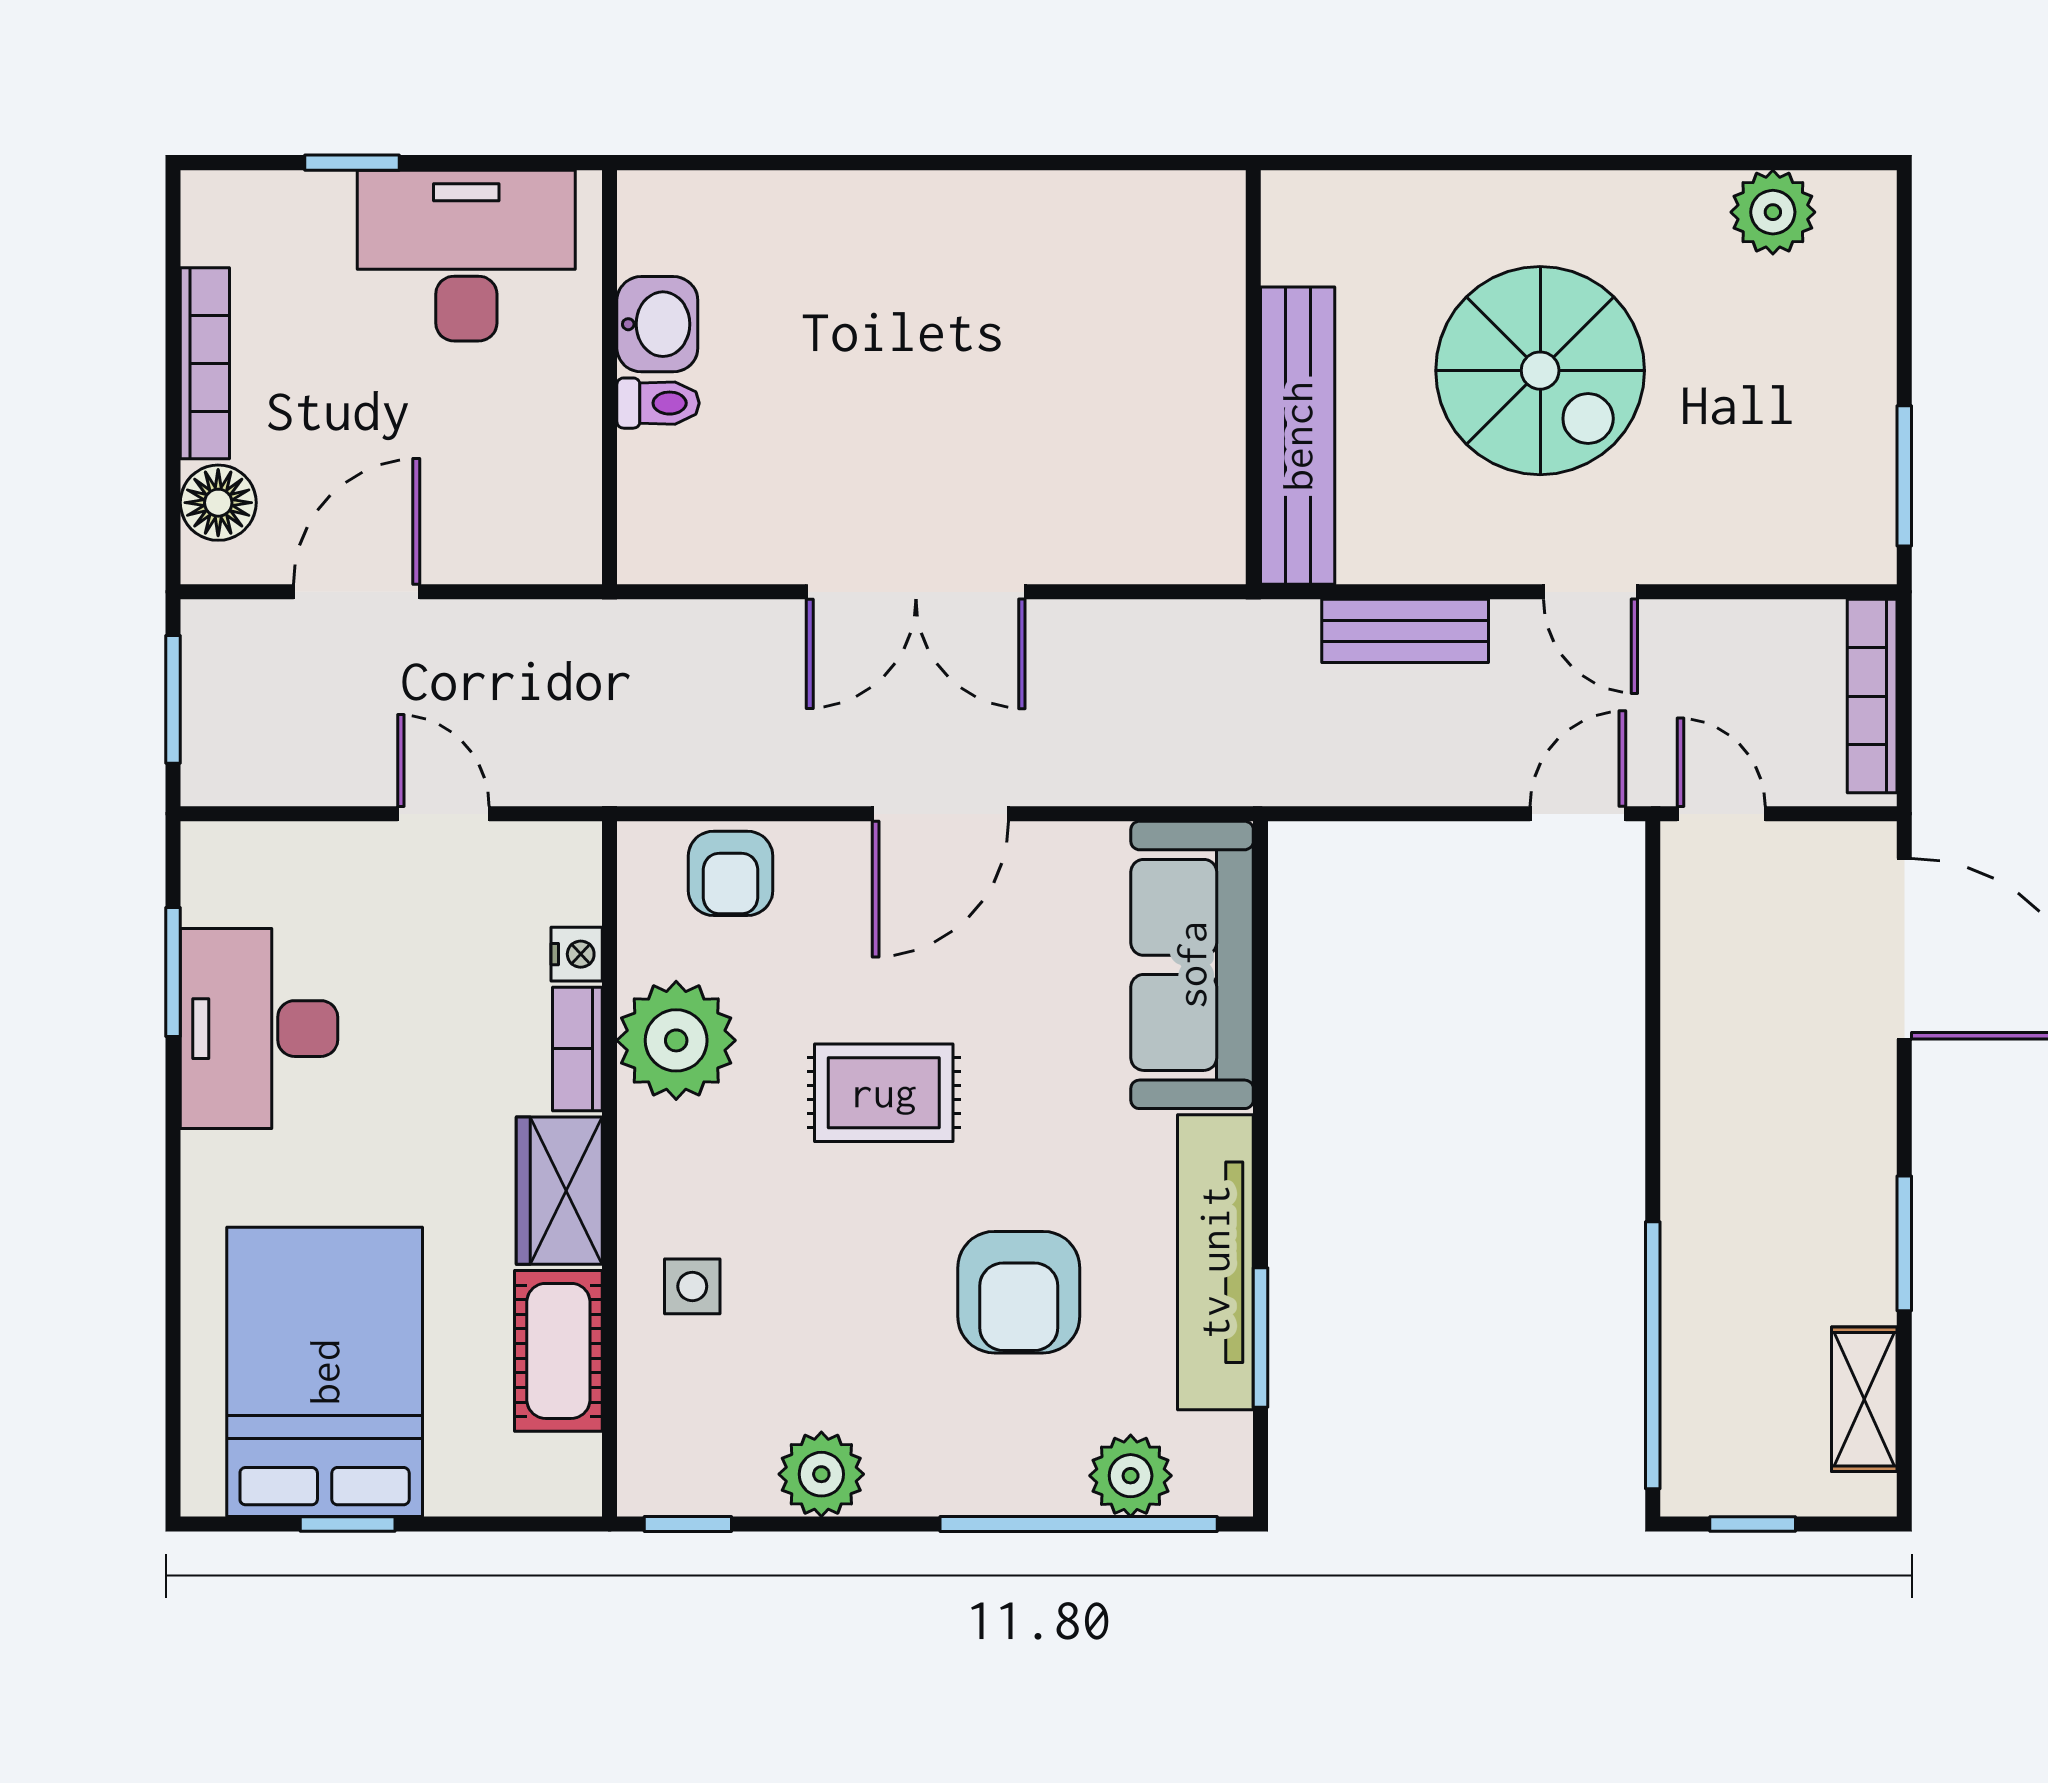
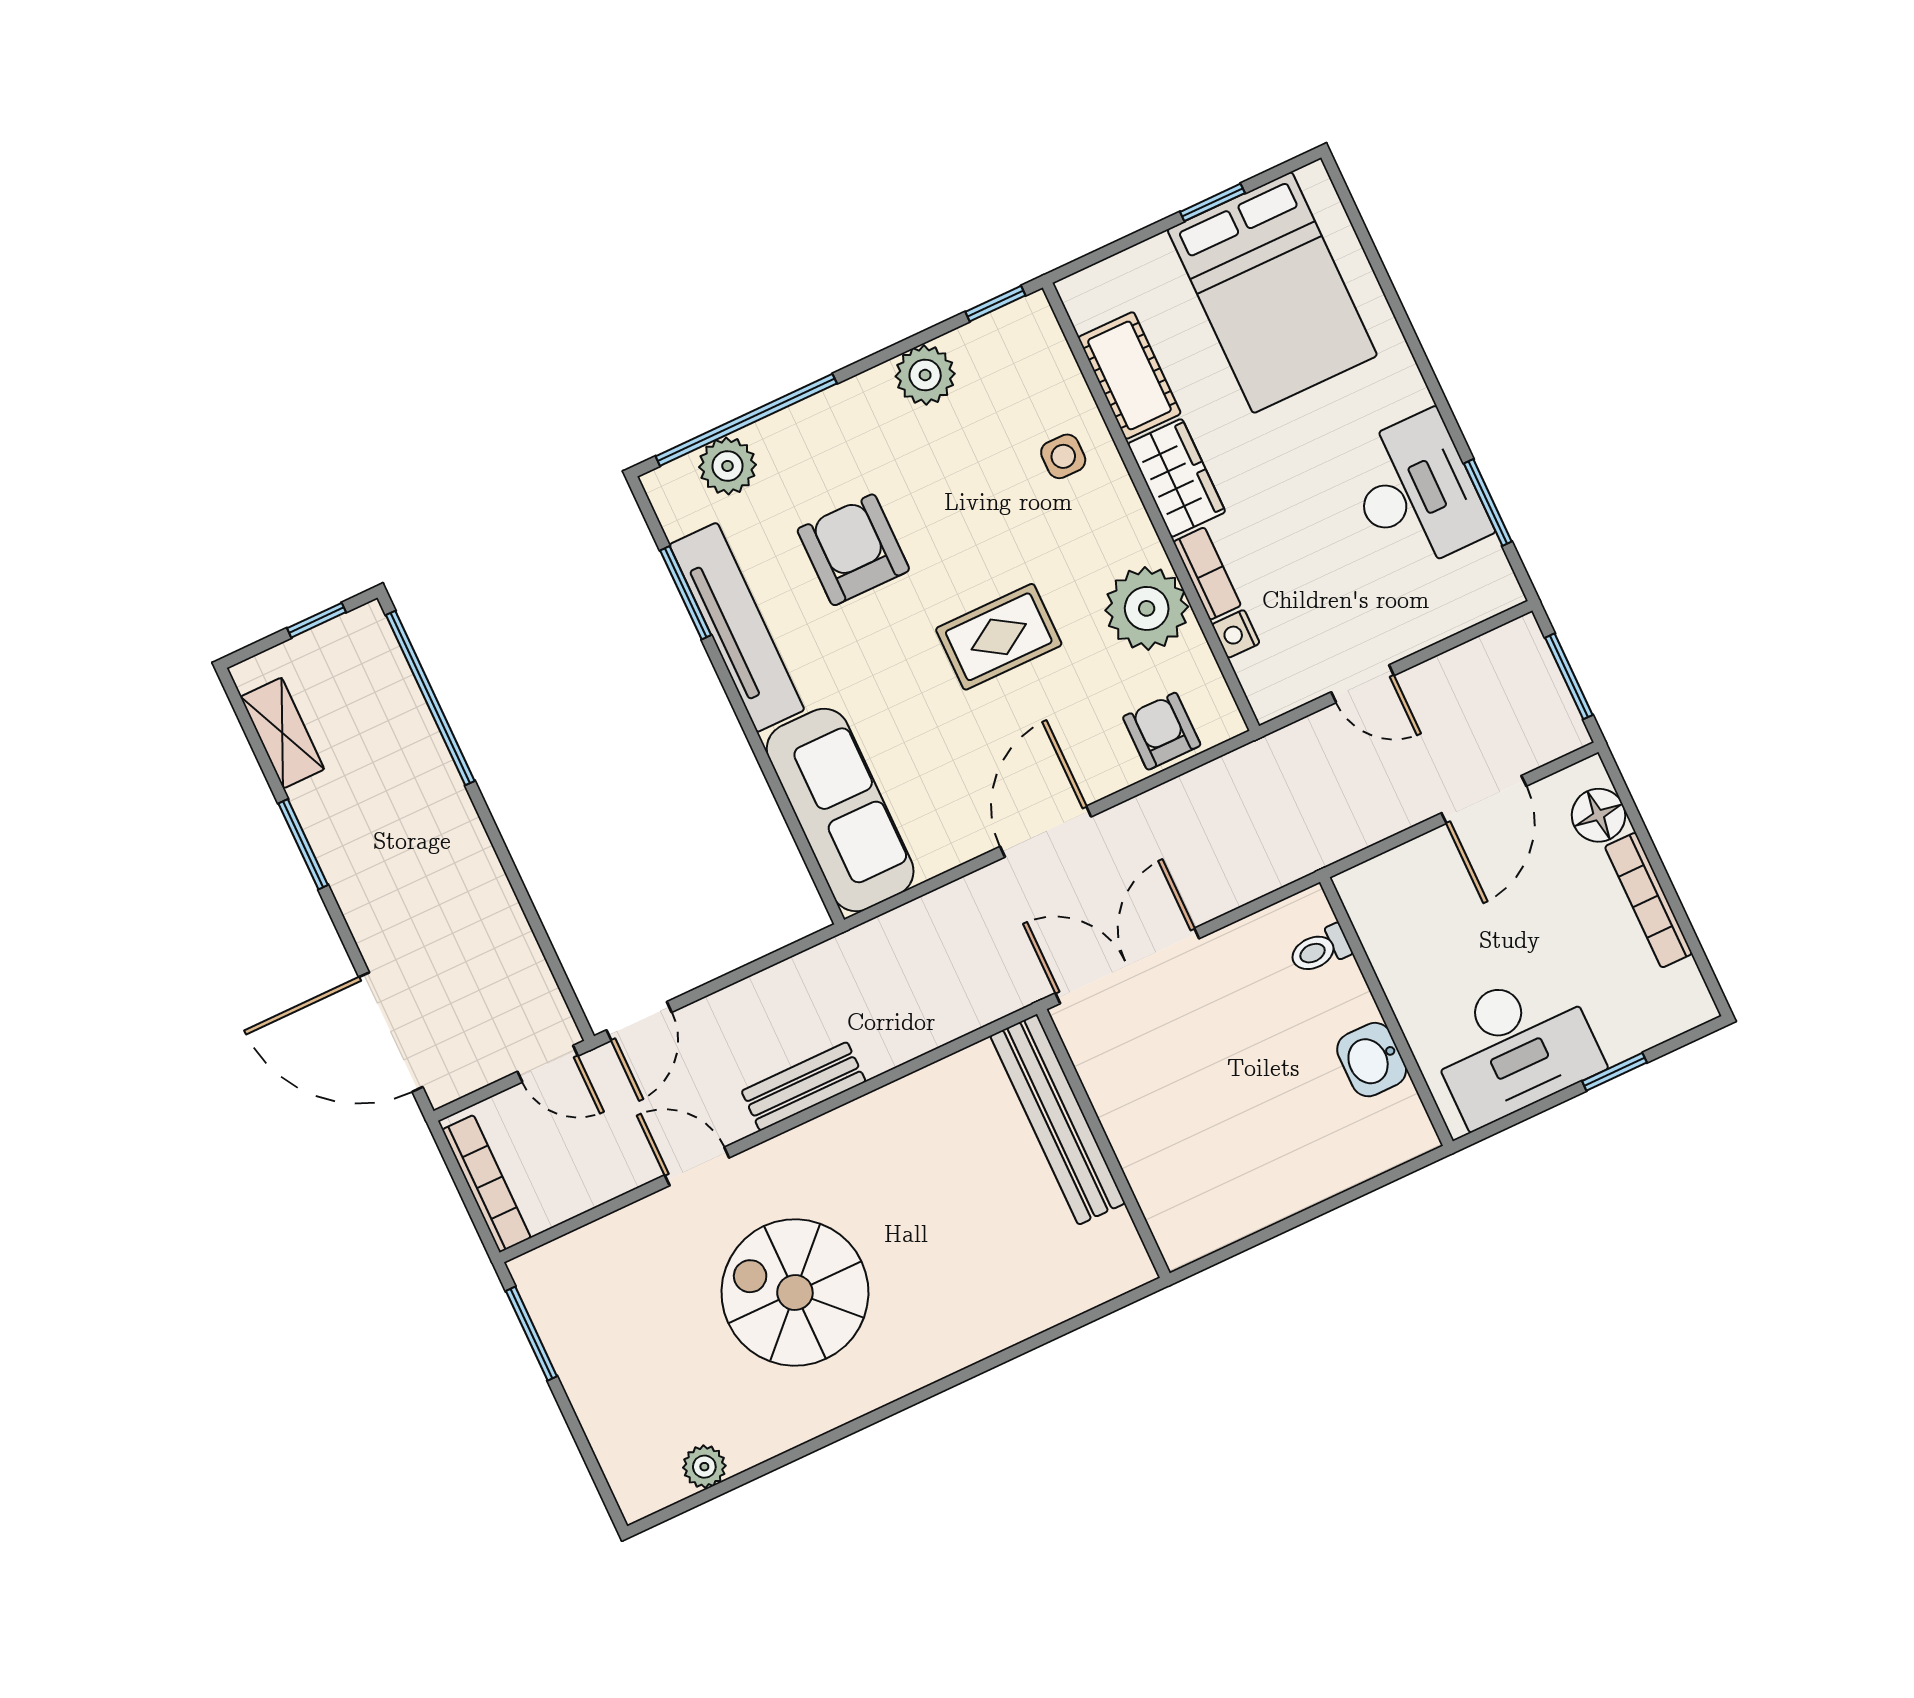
plant: (1773, 212) -> (704, 1467), width x0.73, depth x0.73
wall: (1253, 377) -> (1103, 1144), moved
toilet: (658, 403) -> (1320, 950), moved
bench: (1298, 436) -> (1058, 1119), moved

